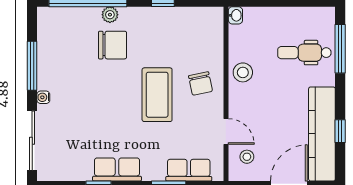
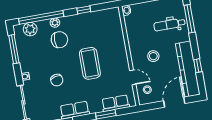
plant: (66, 18) -> (30, 29), added
window: (32, 66) -> (14, 49), moved
stool: (243, 72) -> (153, 56), moved
chair: (200, 83) -> (57, 80), moved

